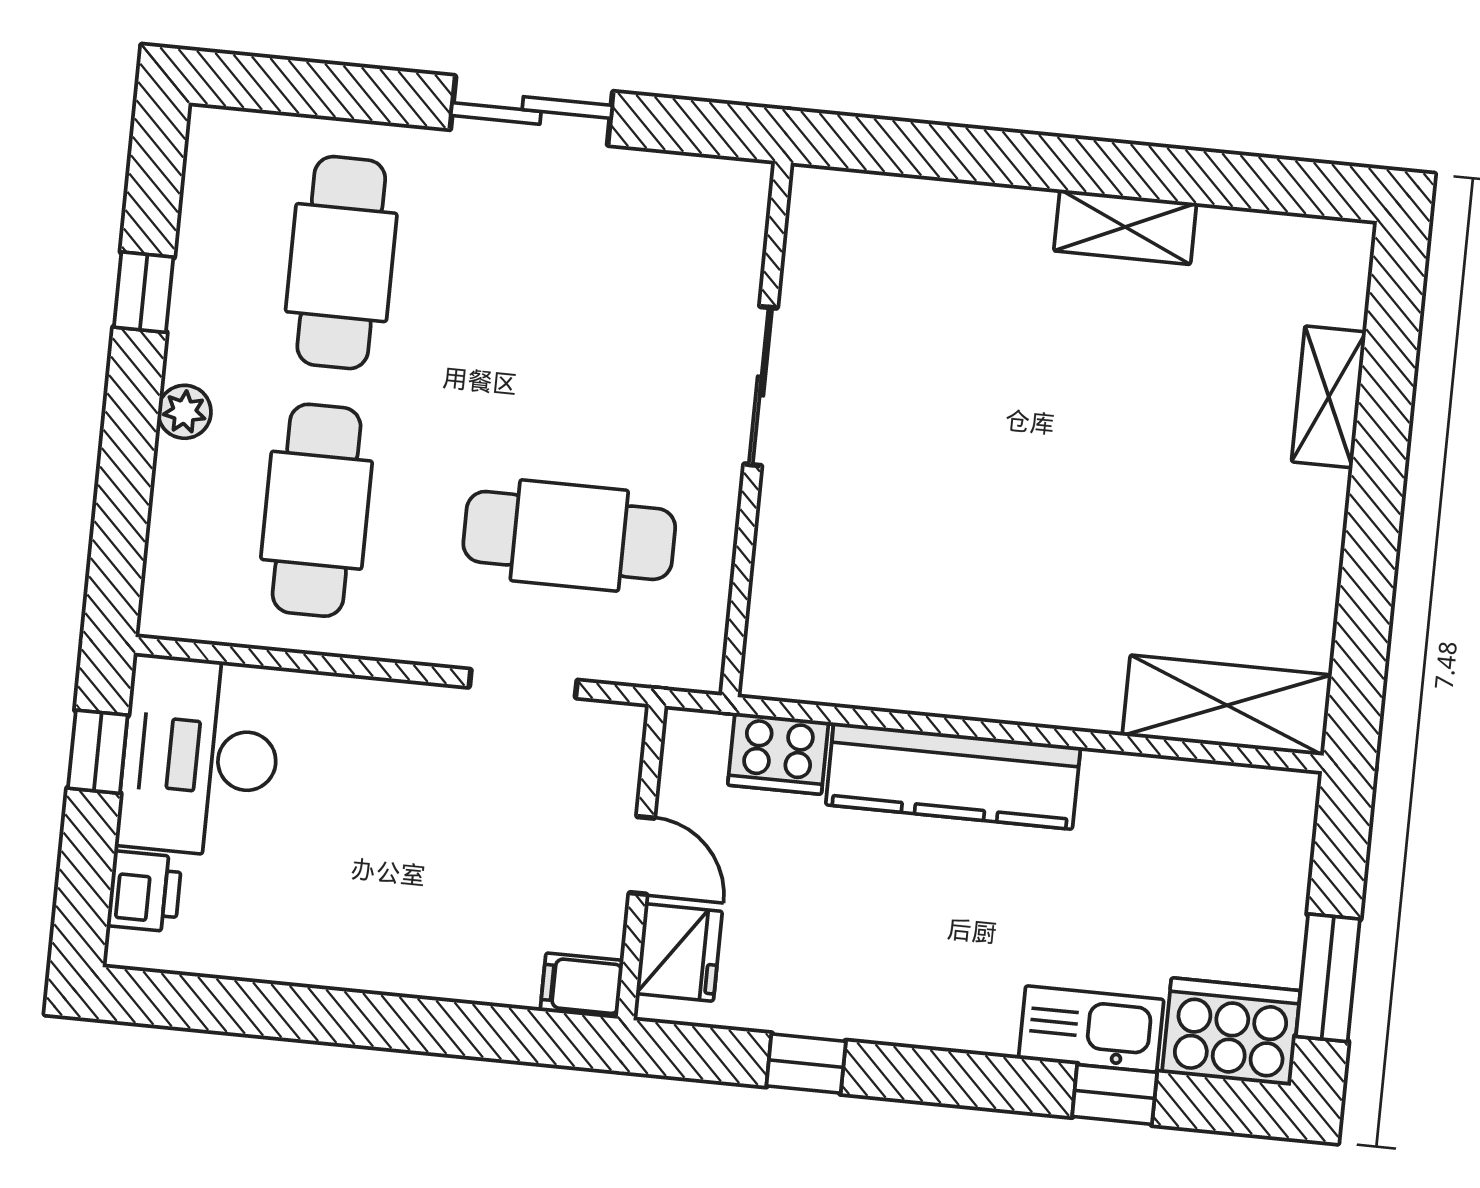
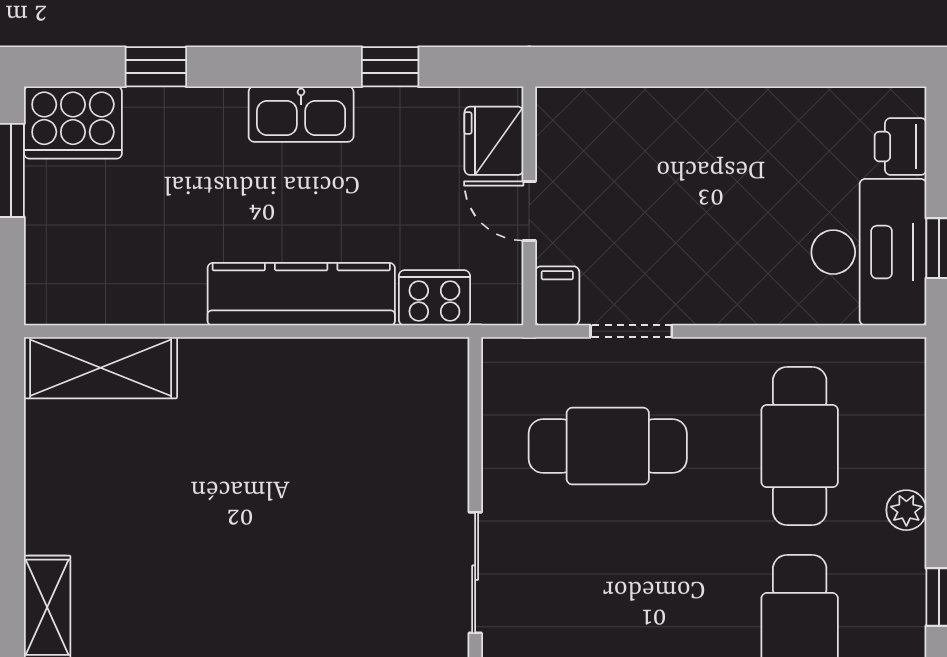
filing cabinet: (582, 986) -> (557, 296), moved, turned -90
kitchen sink: (1091, 1029) -> (301, 114), moved

